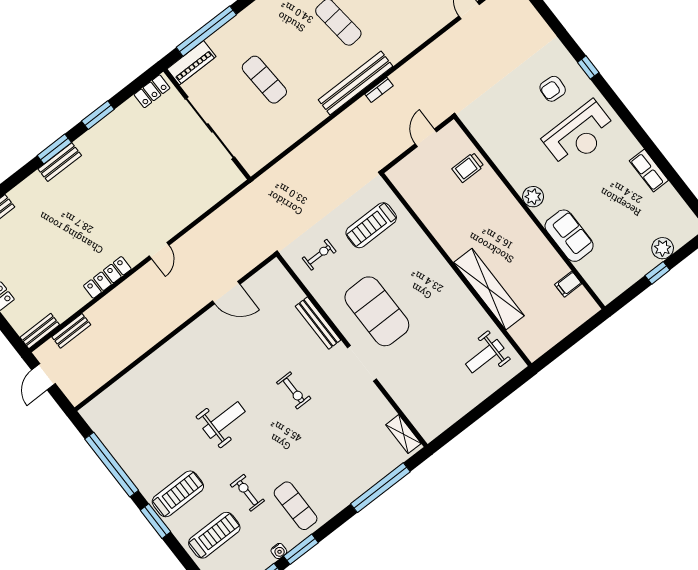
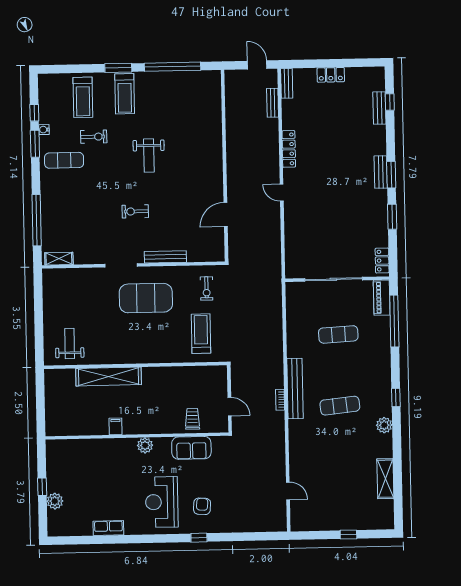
sofa: (569, 236) -> (191, 448), moved
filing cabinet: (568, 284) -> (116, 426), moved

